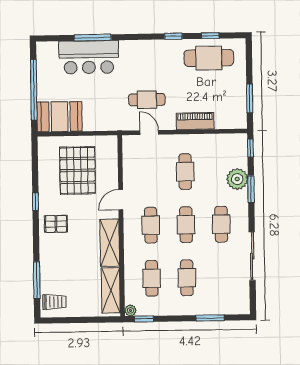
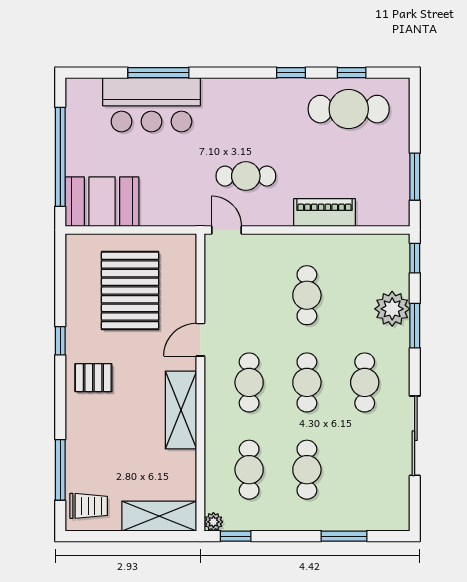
door: (149, 132) -> (226, 230), moved
shelving: (111, 290) -> (159, 516), moved, turned 90

